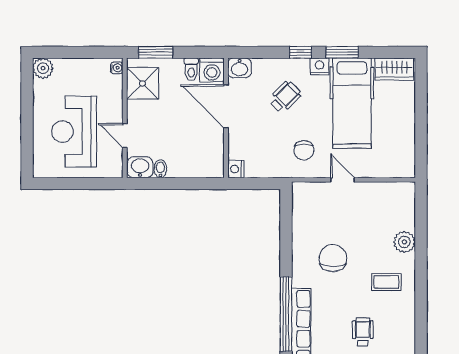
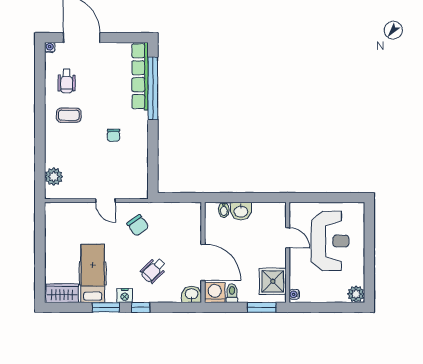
hospital bed: (352, 103) -> (93, 273), width x0.73, depth x0.78
chair: (304, 150) -> (138, 225), turned 145
washbasin: (140, 167) -> (241, 211), moved
bidet: (160, 169) -> (224, 210), moved
nightstand: (236, 169) -> (195, 210), removed
plant: (404, 242) -> (54, 177), moved
chair: (333, 258) -> (113, 135), width x0.54, depth x0.54
wheelchair: (363, 332) -> (67, 81), moved

